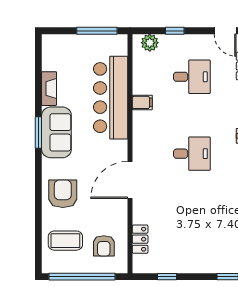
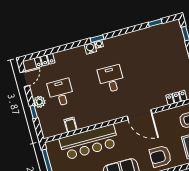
plant: (150, 43) -> (39, 102), moved
filing cabinet: (142, 102) -> (71, 125), moved

